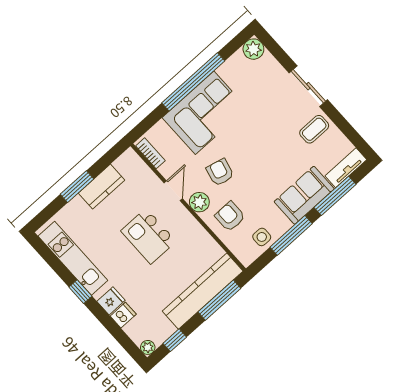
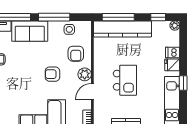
armchair: (220, 172) -> (52, 74), moved, turned 76

